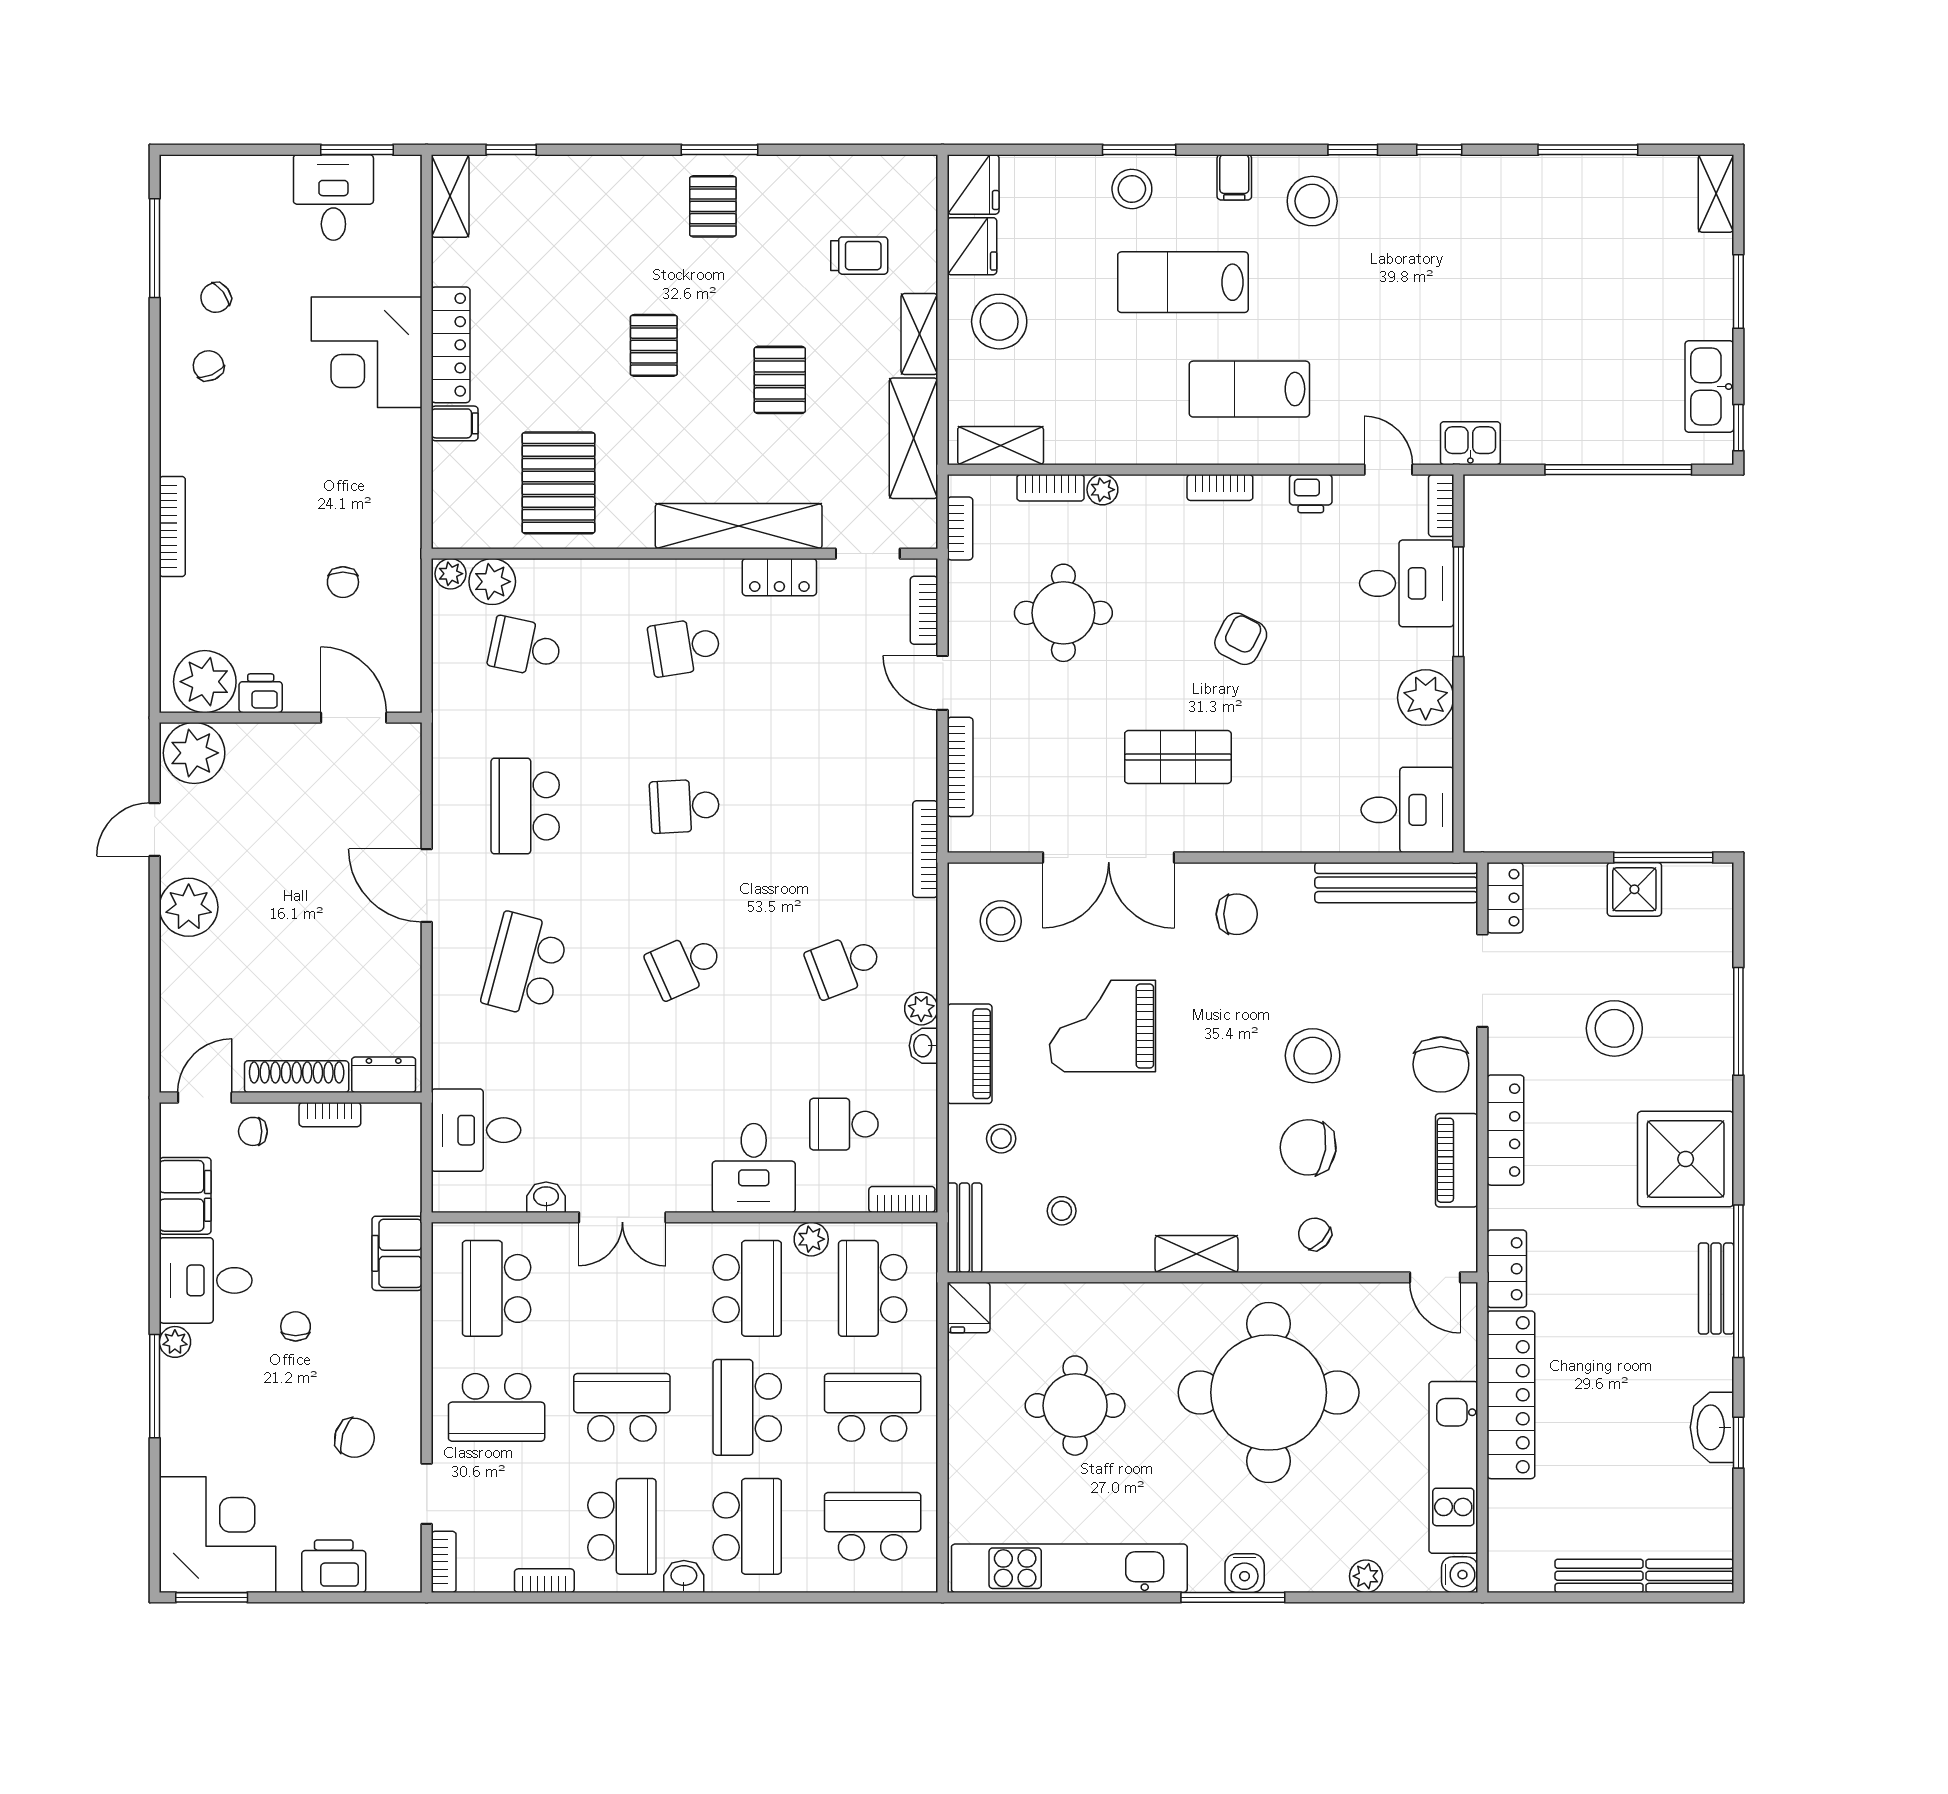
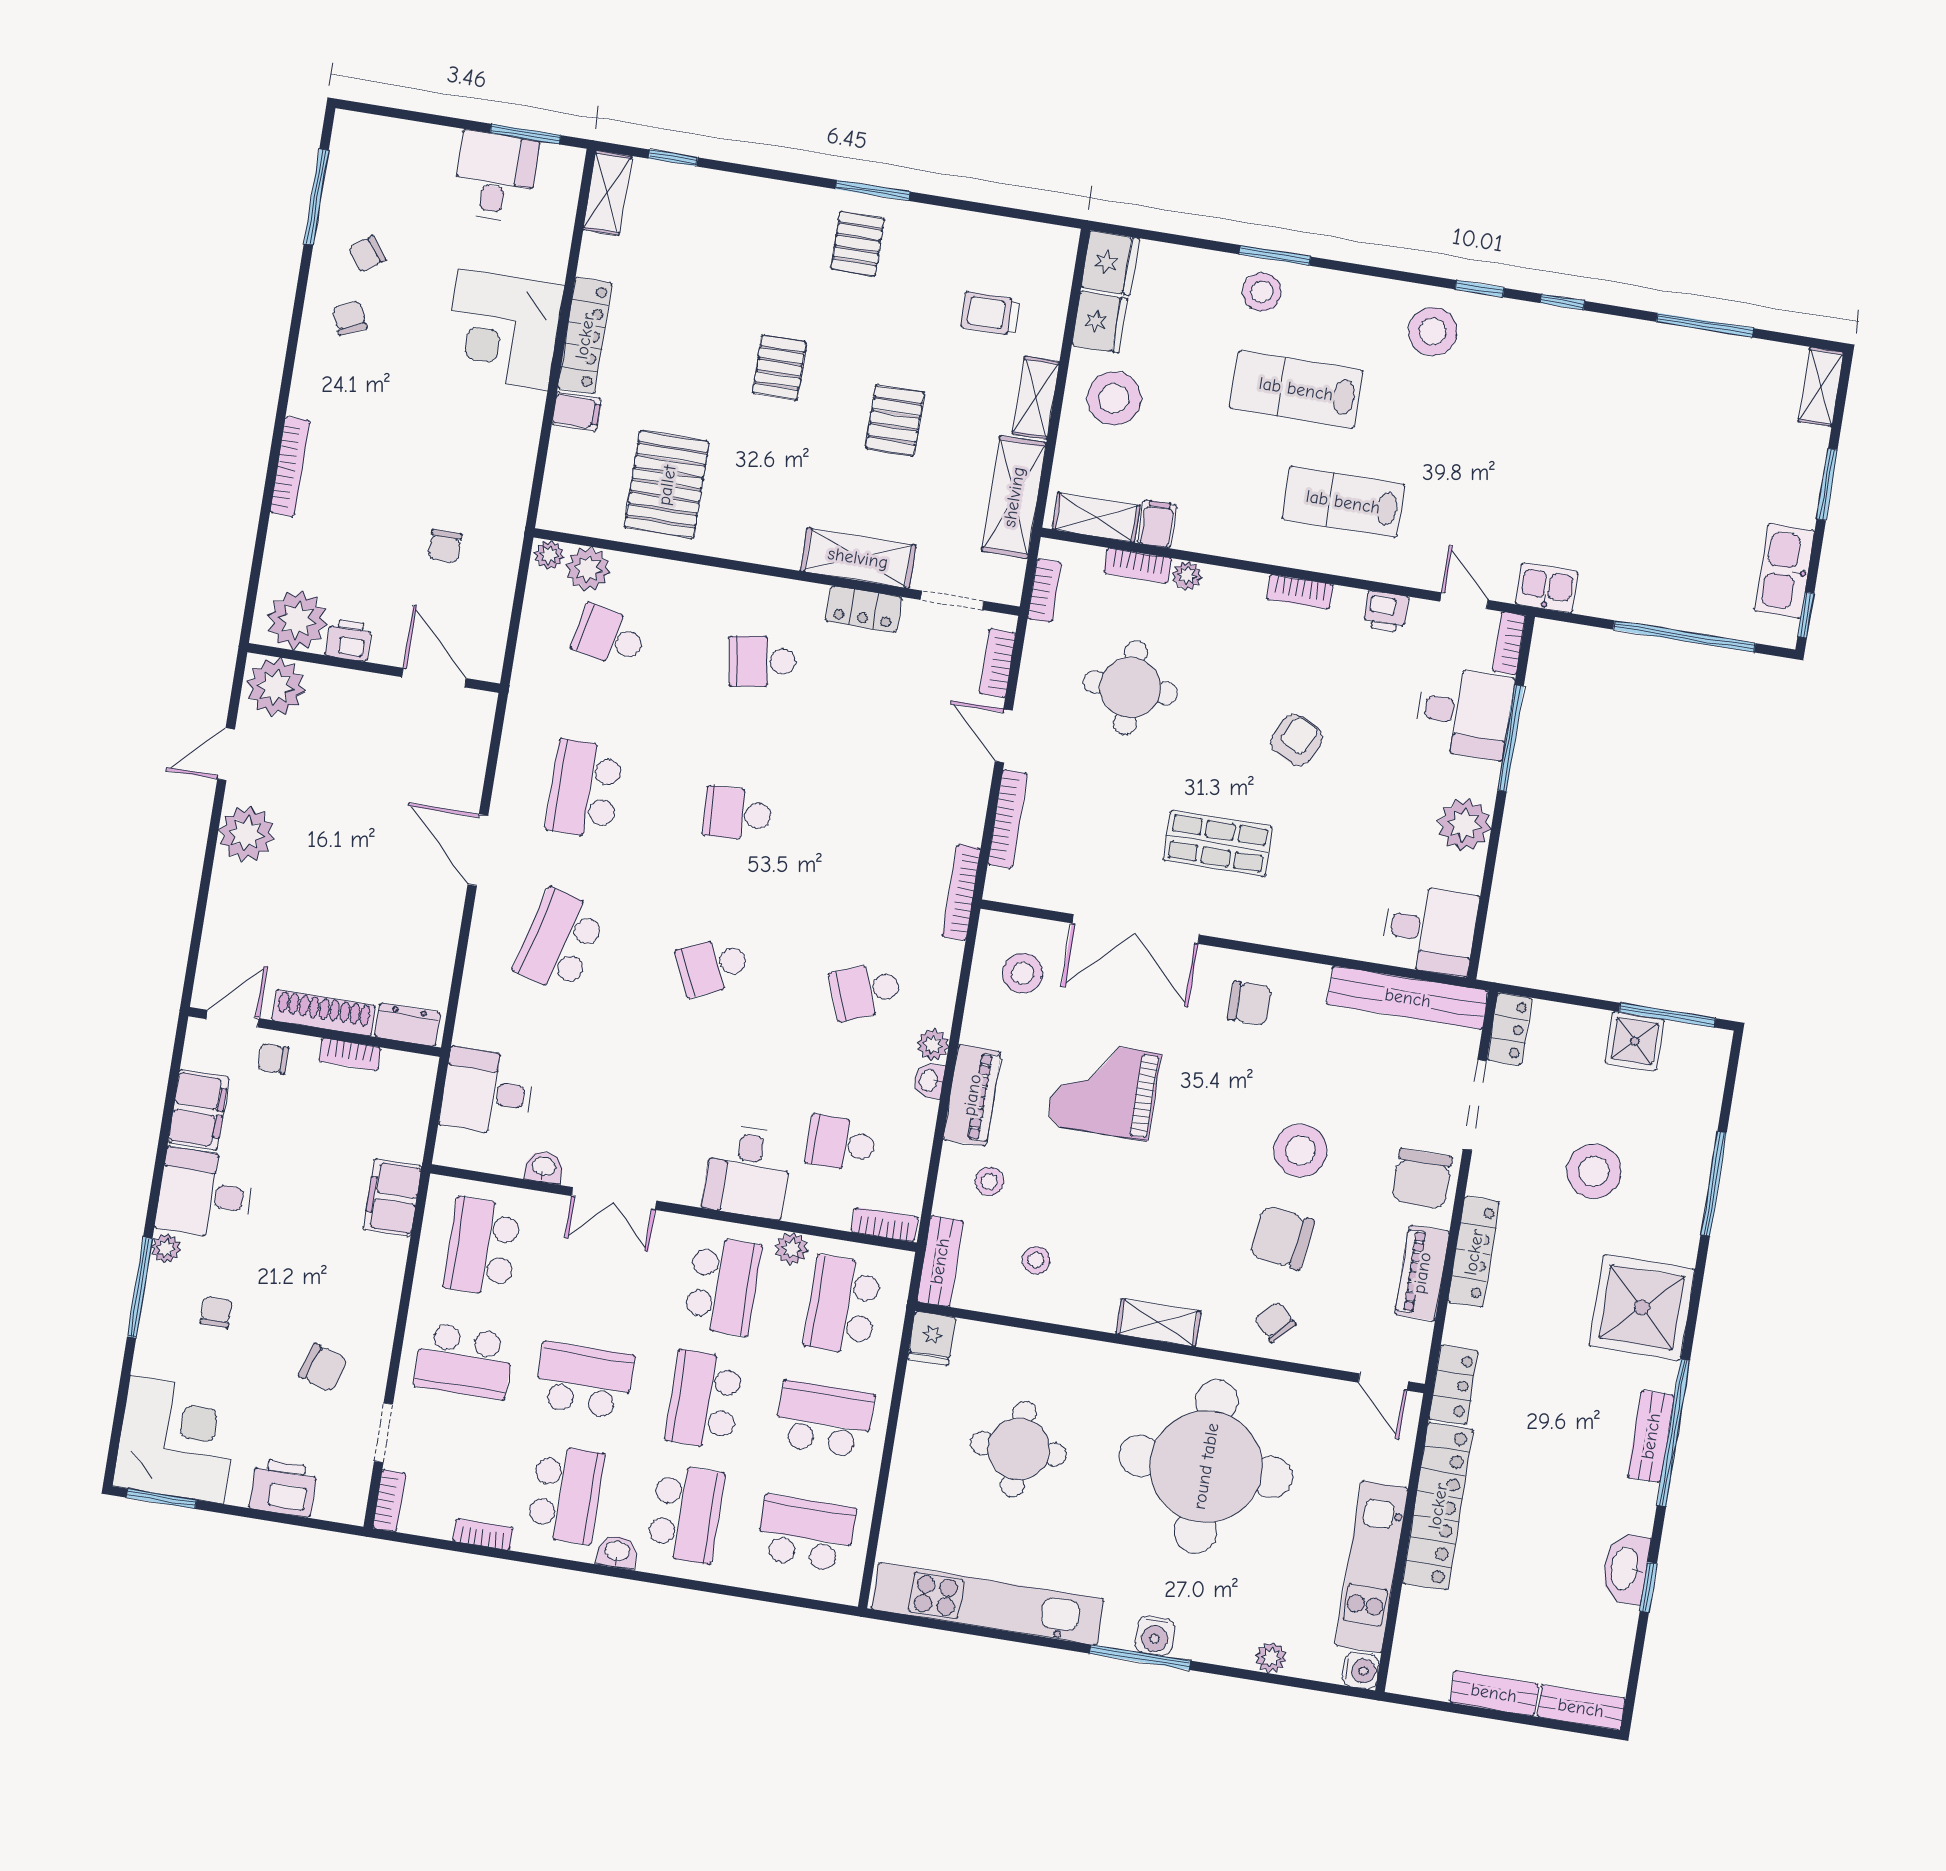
filing cabinet: (1234, 177) -> (1157, 524), moved, turned 180
trolley: (859, 256) -> (990, 313), turned 180
shelving: (739, 526) -> (858, 558), width x0.68
chair: (296, 1326) -> (216, 1312), moved

